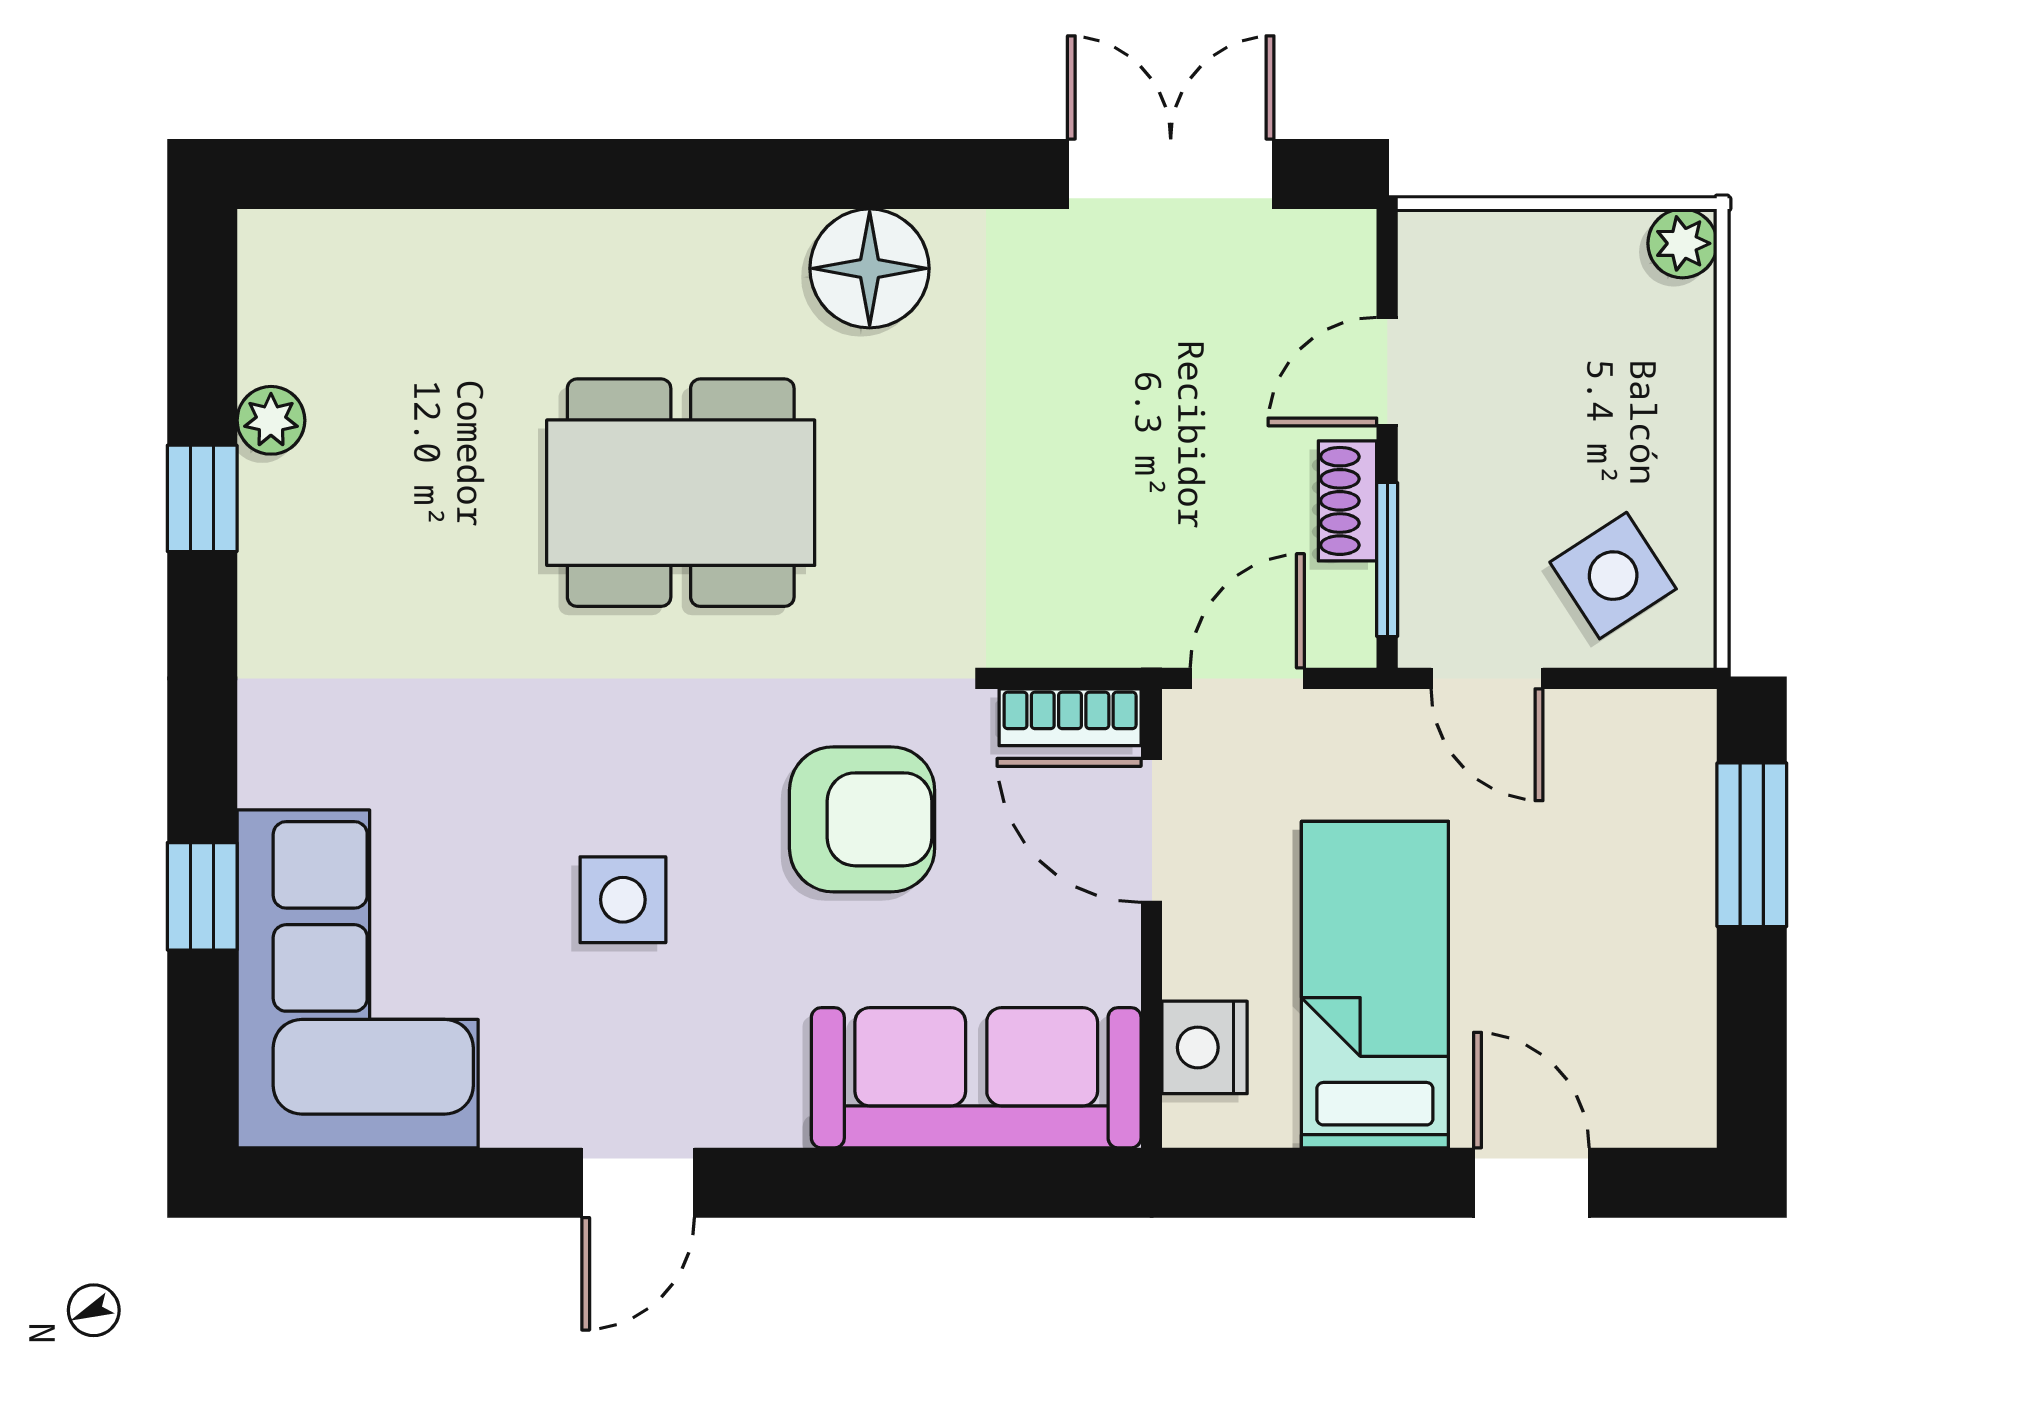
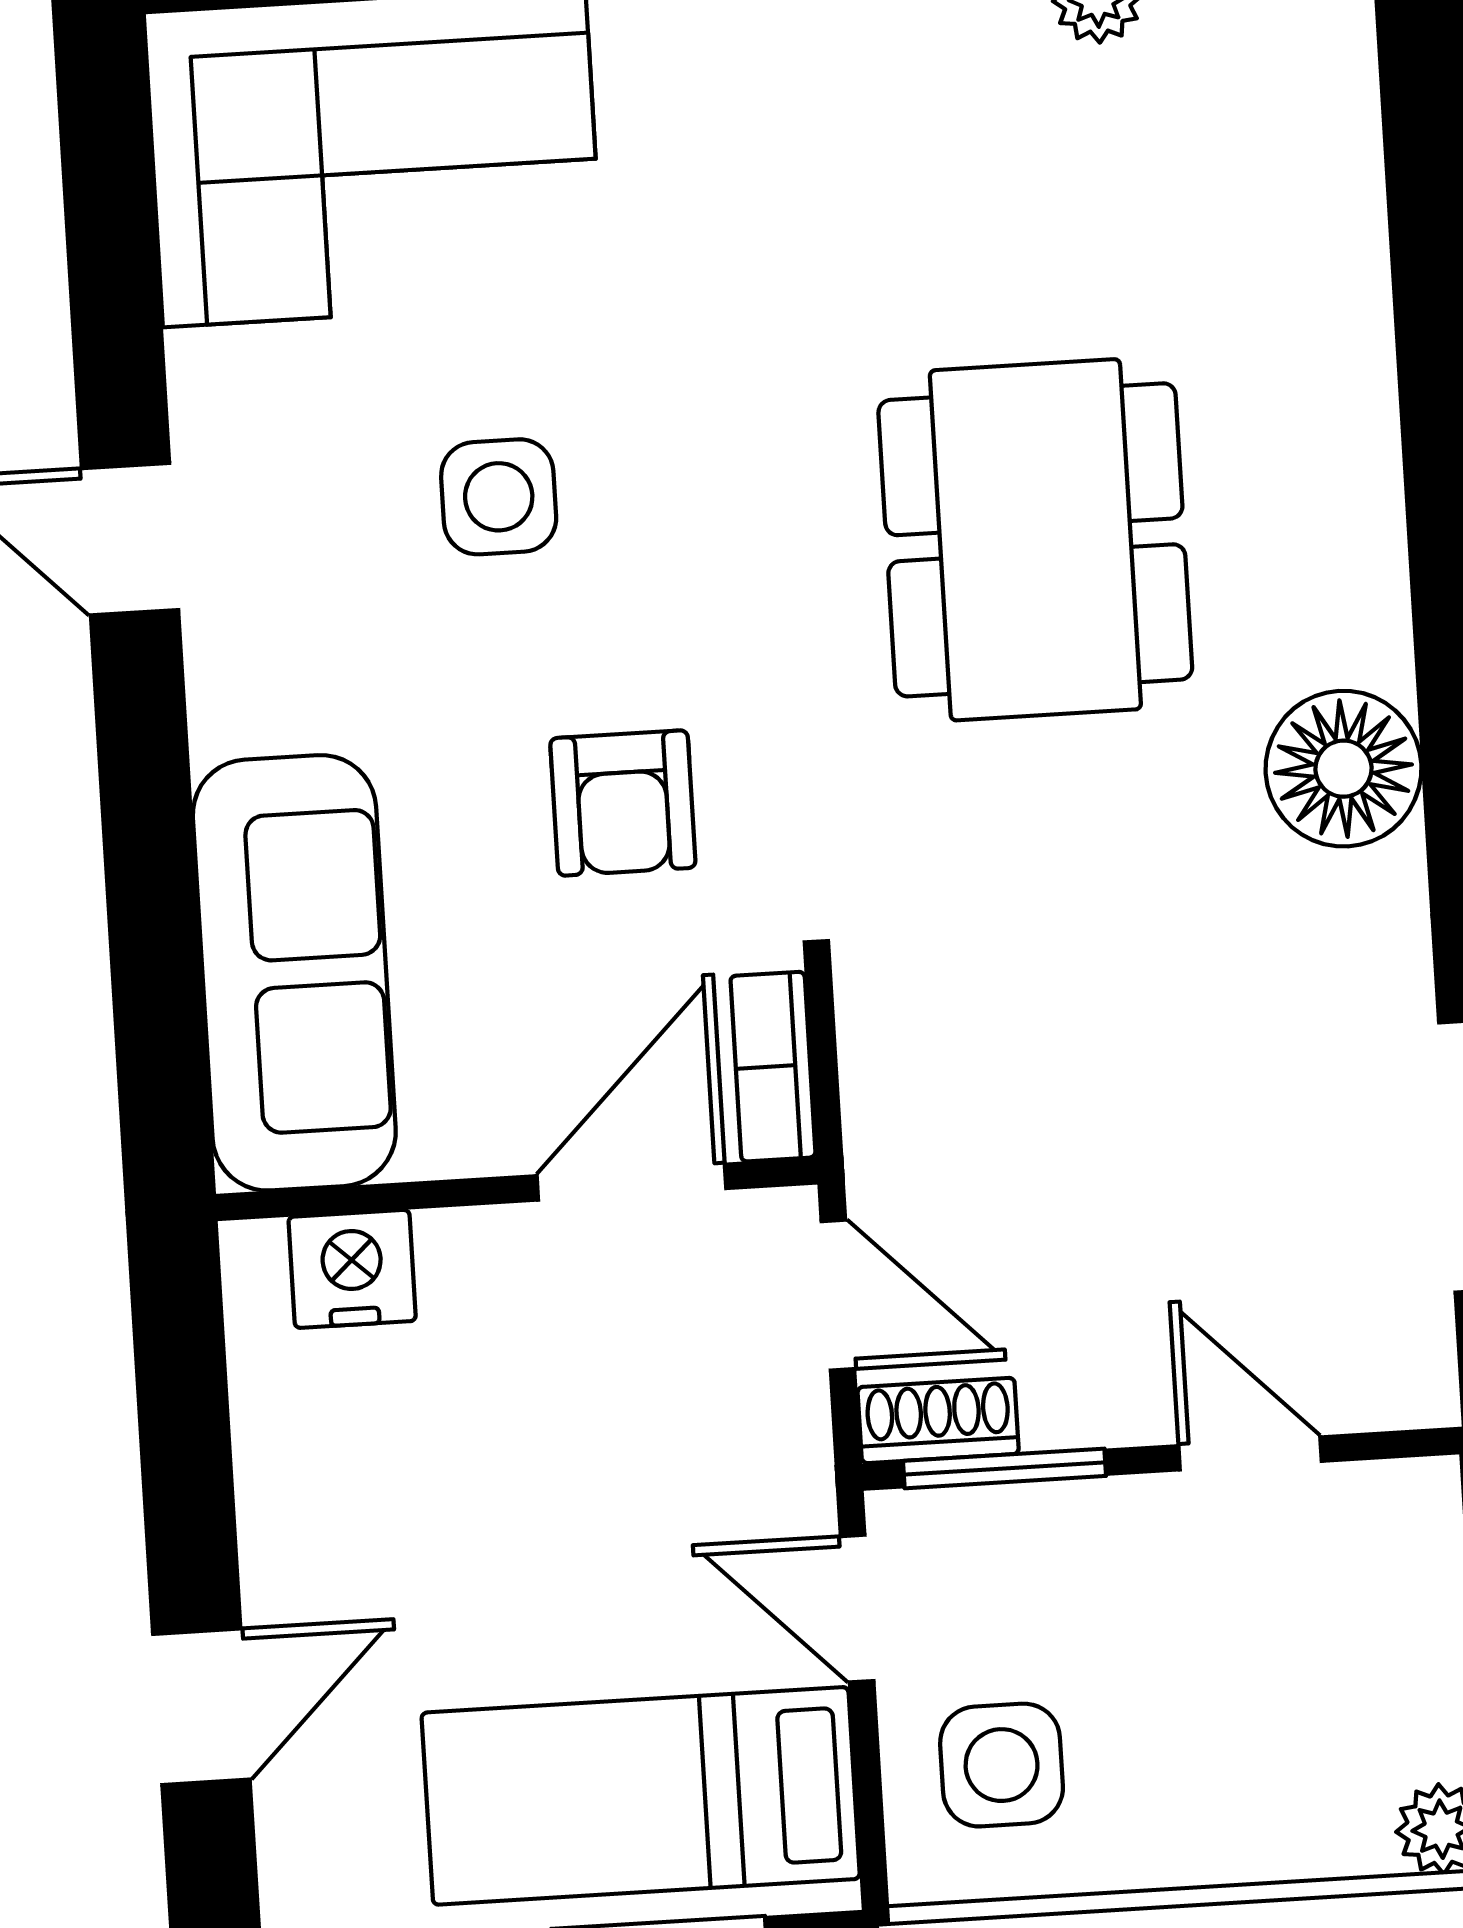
shoe rack: (1347, 501) -> (938, 1420), moved
side table: (1613, 576) -> (1002, 1765), turned 33
door: (1487, 678) -> (857, 1609), hinge flipped
armchair: (862, 819) -> (623, 803), width x0.72, depth x0.72
bed: (1375, 985) -> (641, 1796), moved, turned 180

